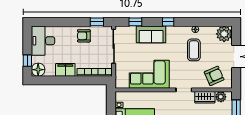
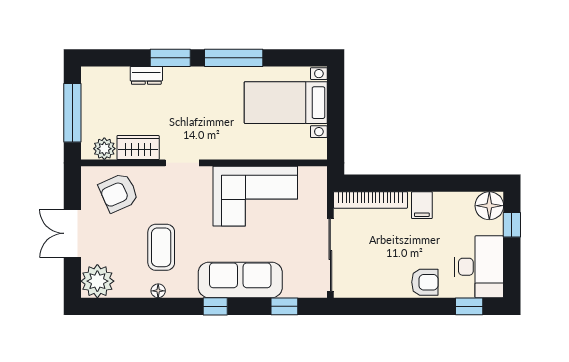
window: (97, 22) -> (469, 306), moved
sofa: (151, 34) -> (240, 280), width x1.36
armchair: (84, 36) -> (425, 282), moved
filing cabinet: (65, 70) -> (422, 205), width x0.50

